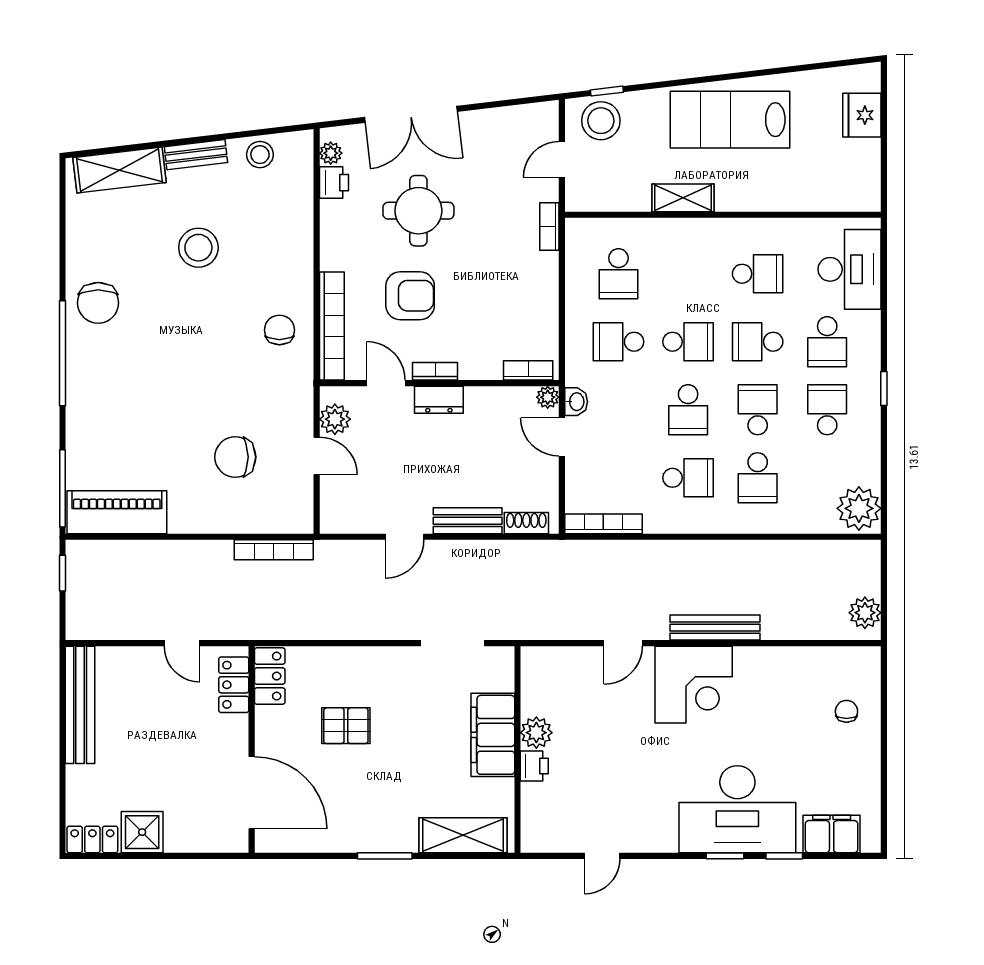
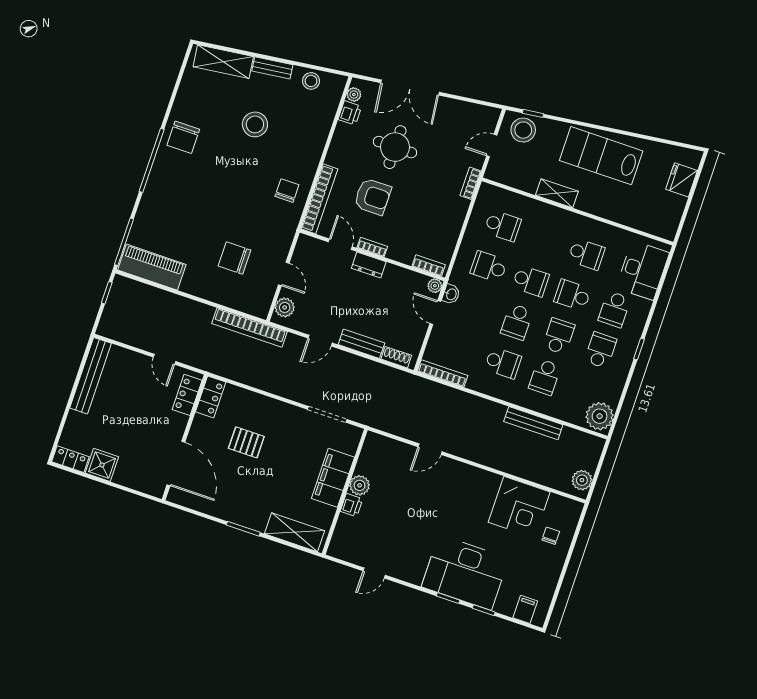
school desk: (618, 274) -> (503, 226), turned -90
plant: (335, 419) -> (285, 307), moved
bookcase: (274, 550) -> (249, 328), width x1.48, depth x1.31
bench: (715, 628) -> (533, 423), moved
corner desk: (694, 685) -> (519, 507), moved
filing cabinet: (832, 834) -> (525, 609), width x0.50

